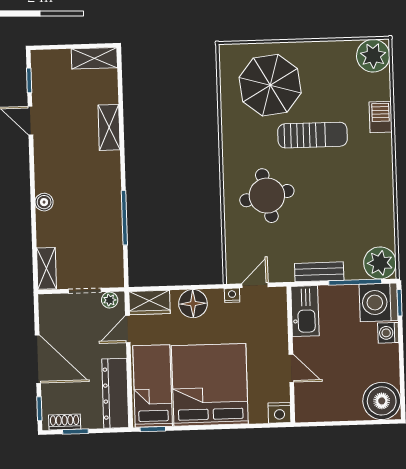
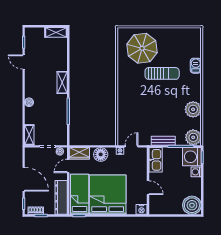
plant: (373, 56) -> (193, 109), moved
shelving: (109, 127) -> (62, 83), moved
round table: (267, 196) -> (139, 103), removed

